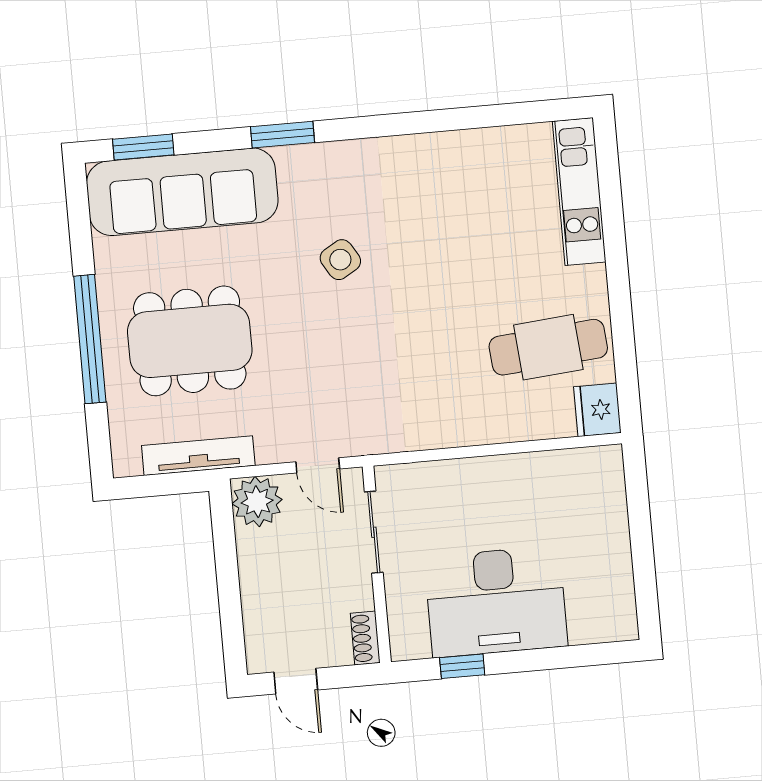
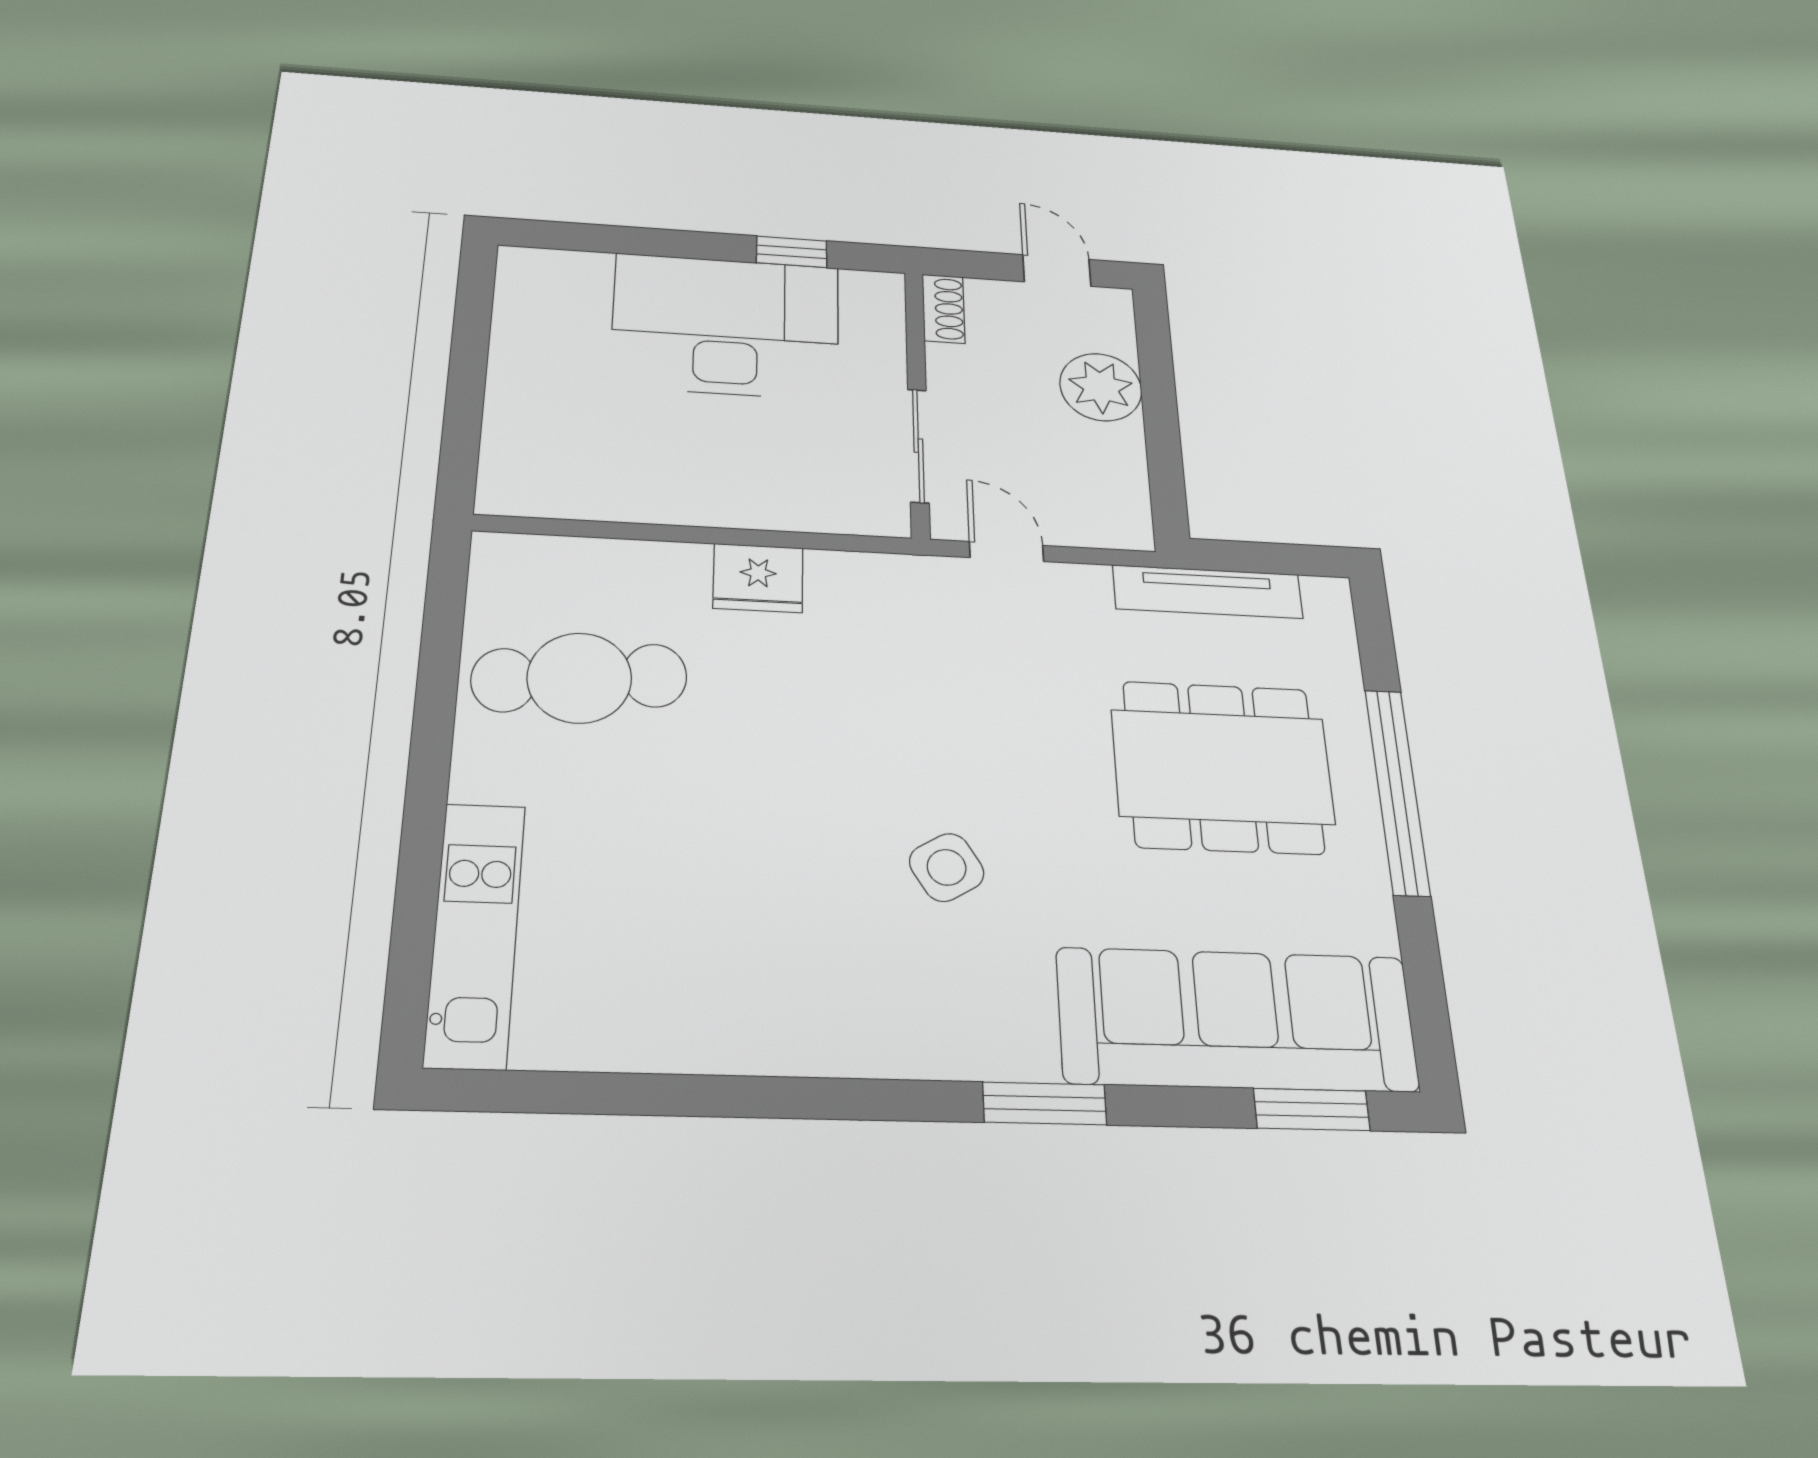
fridge: (597, 410) -> (758, 578), moved, turned 90
plant: (257, 502) -> (1101, 387), moved

